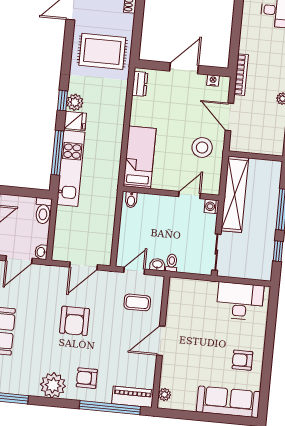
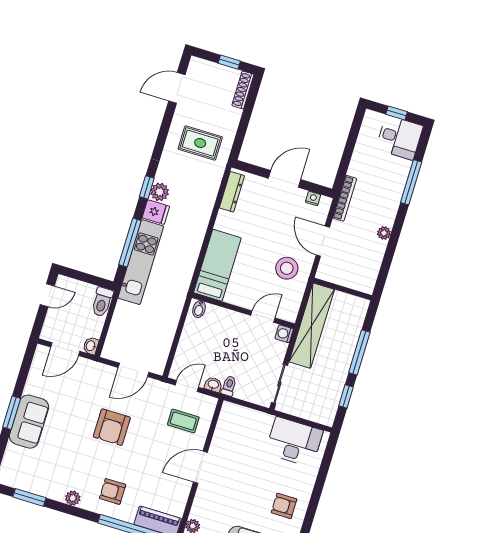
rug: (102, 51) -> (200, 143), width x0.73, depth x0.70
dresser: (140, 84) -> (232, 192), width x1.44
plant: (53, 385) -> (73, 498), width x0.53, depth x0.53

